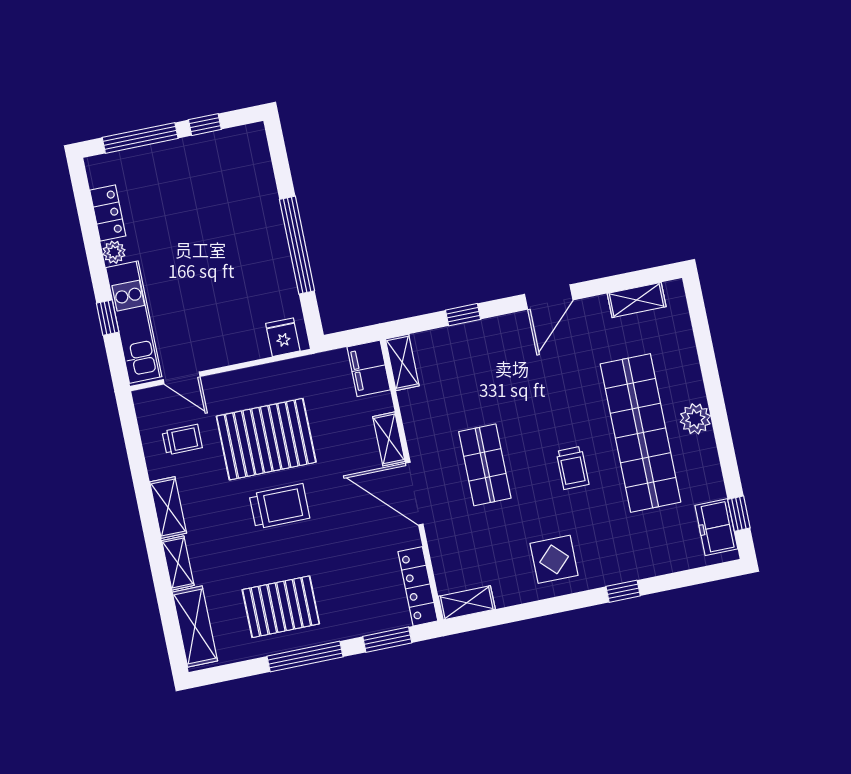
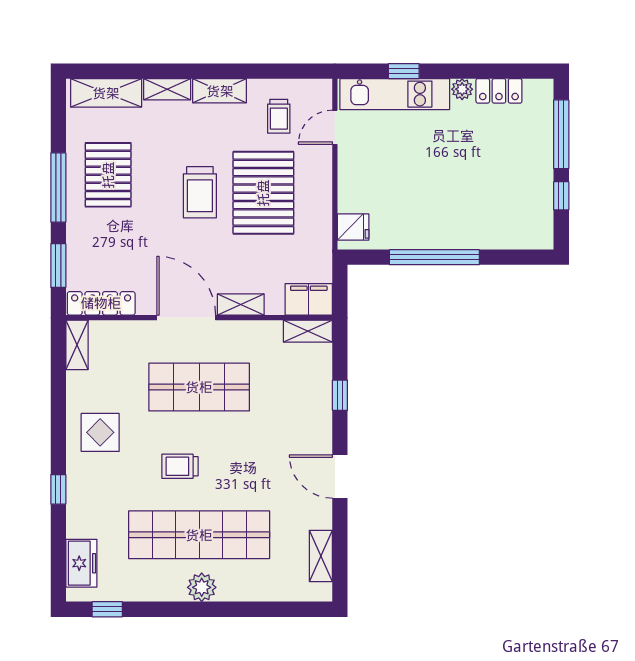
shop shelf: (485, 465) -> (199, 387), width x1.43, depth x1.36
door: (414, 494) -> (186, 318), hinge flipped
freezer: (716, 527) -> (81, 563), moved, turned 90

